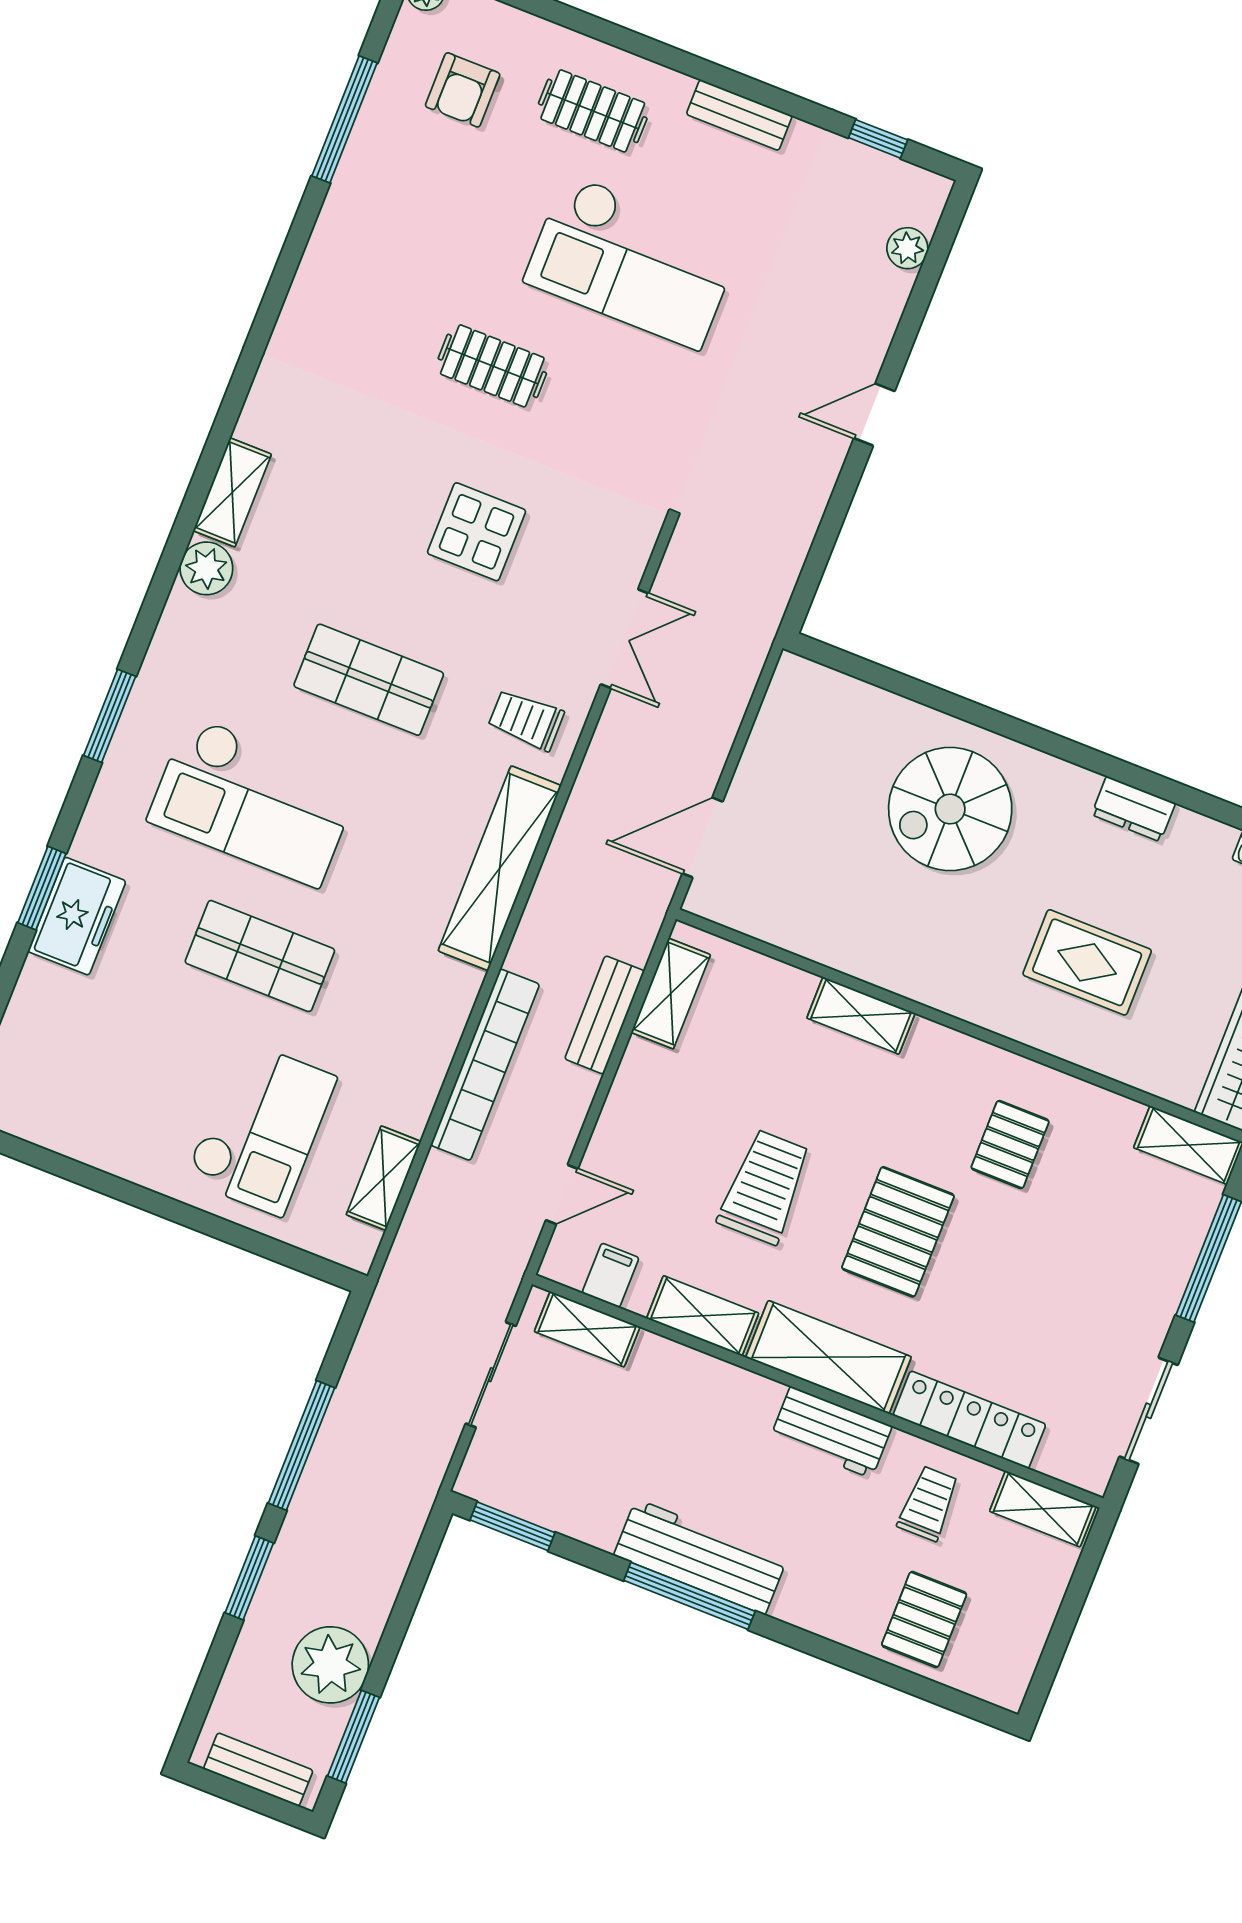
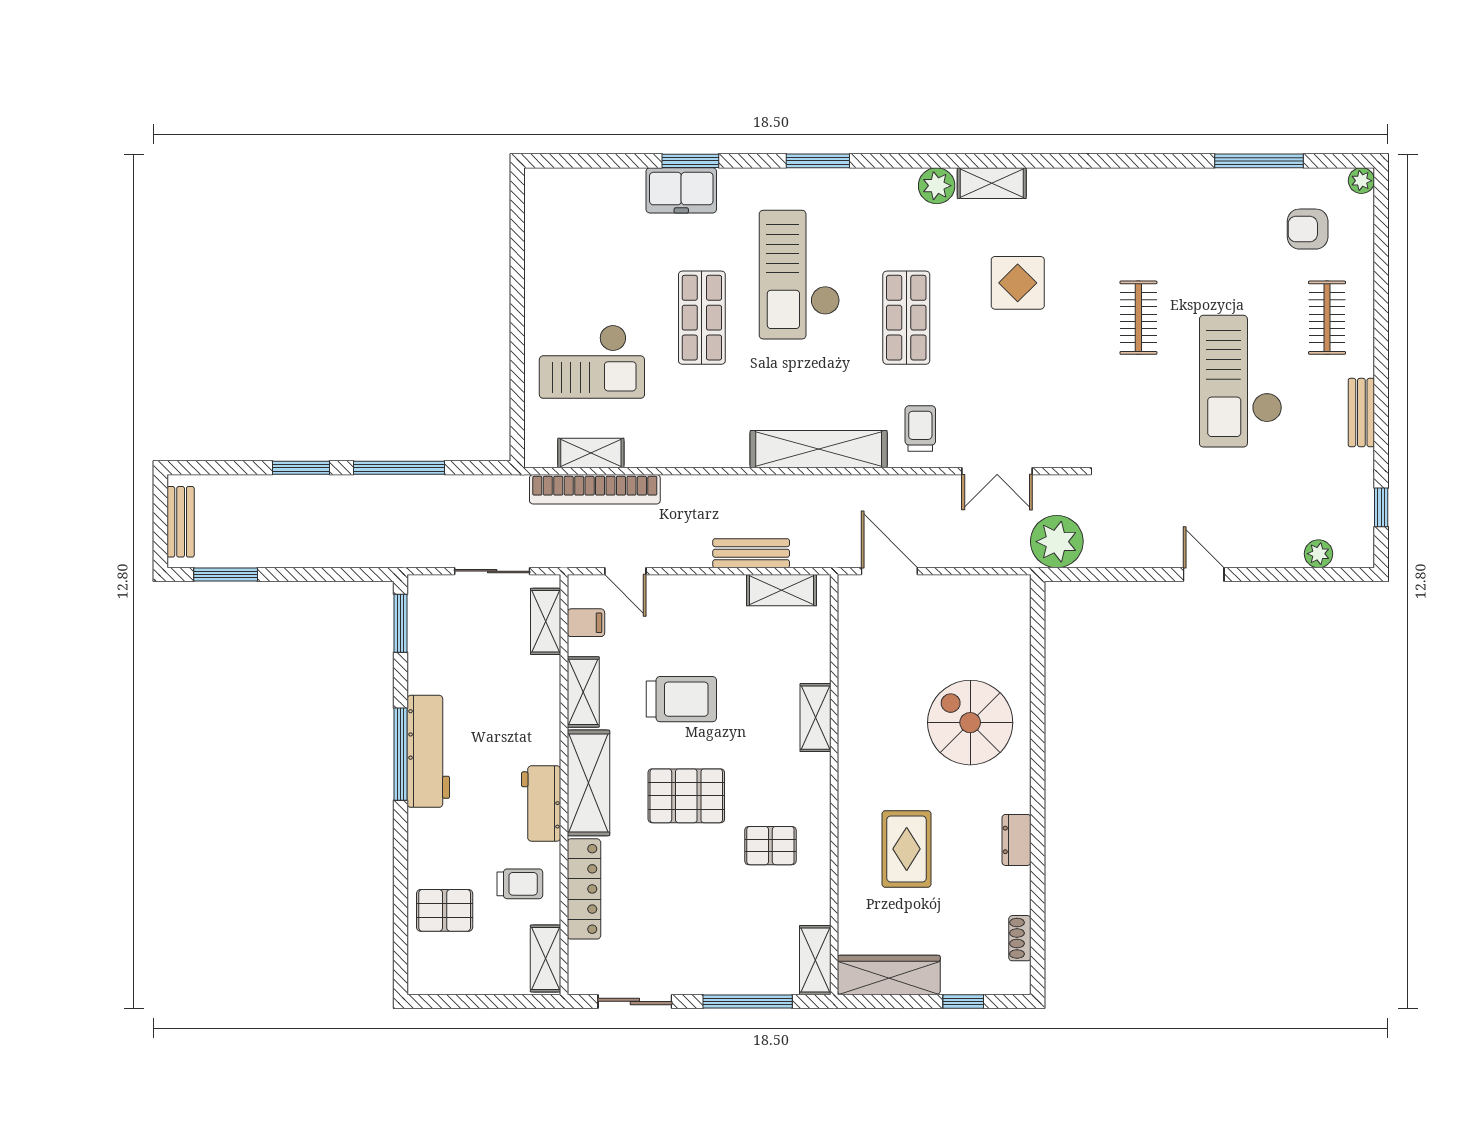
display table: (477, 532) -> (1018, 283), moved
bookcase: (485, 1065) -> (595, 489), moved
plant: (330, 1665) -> (1057, 542), moved

